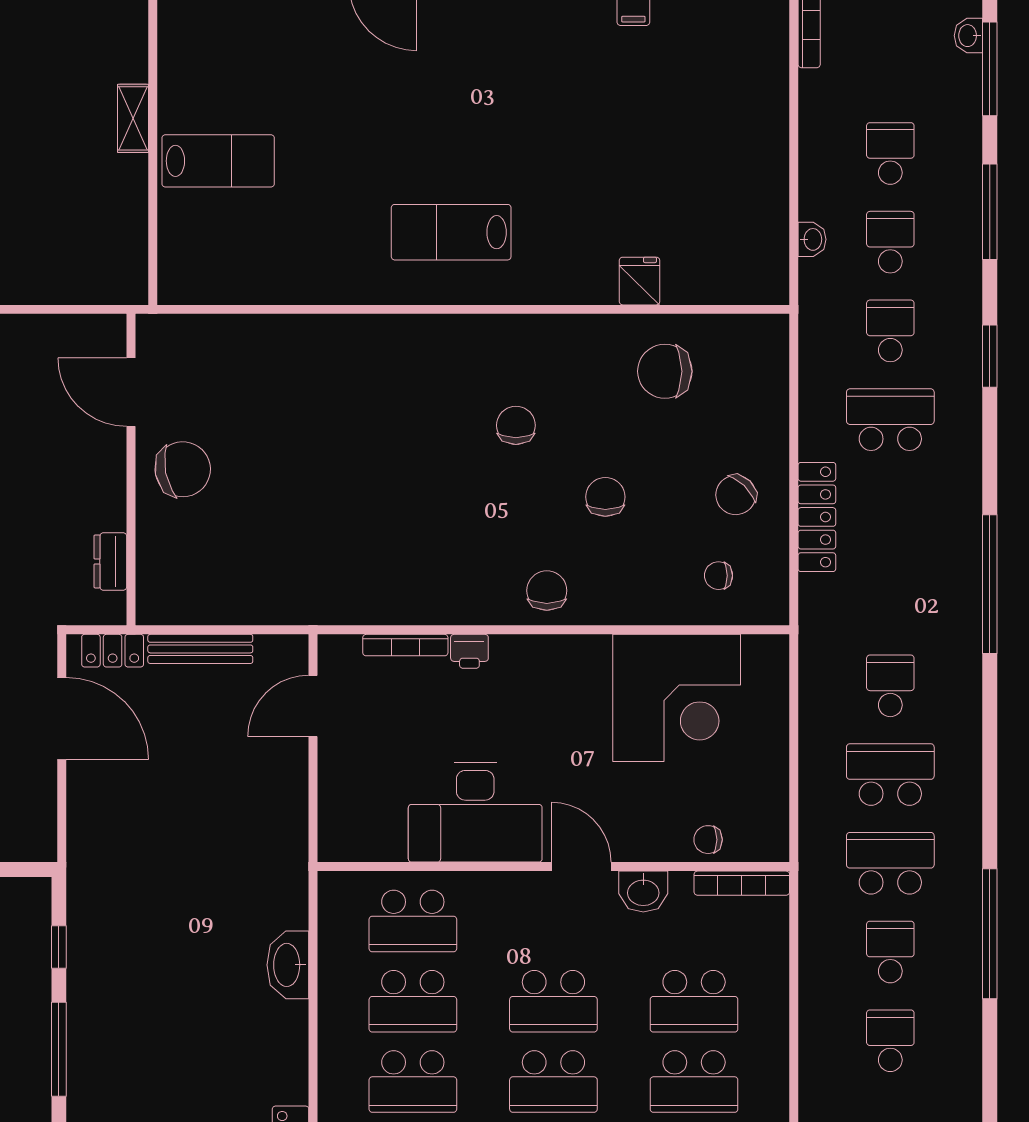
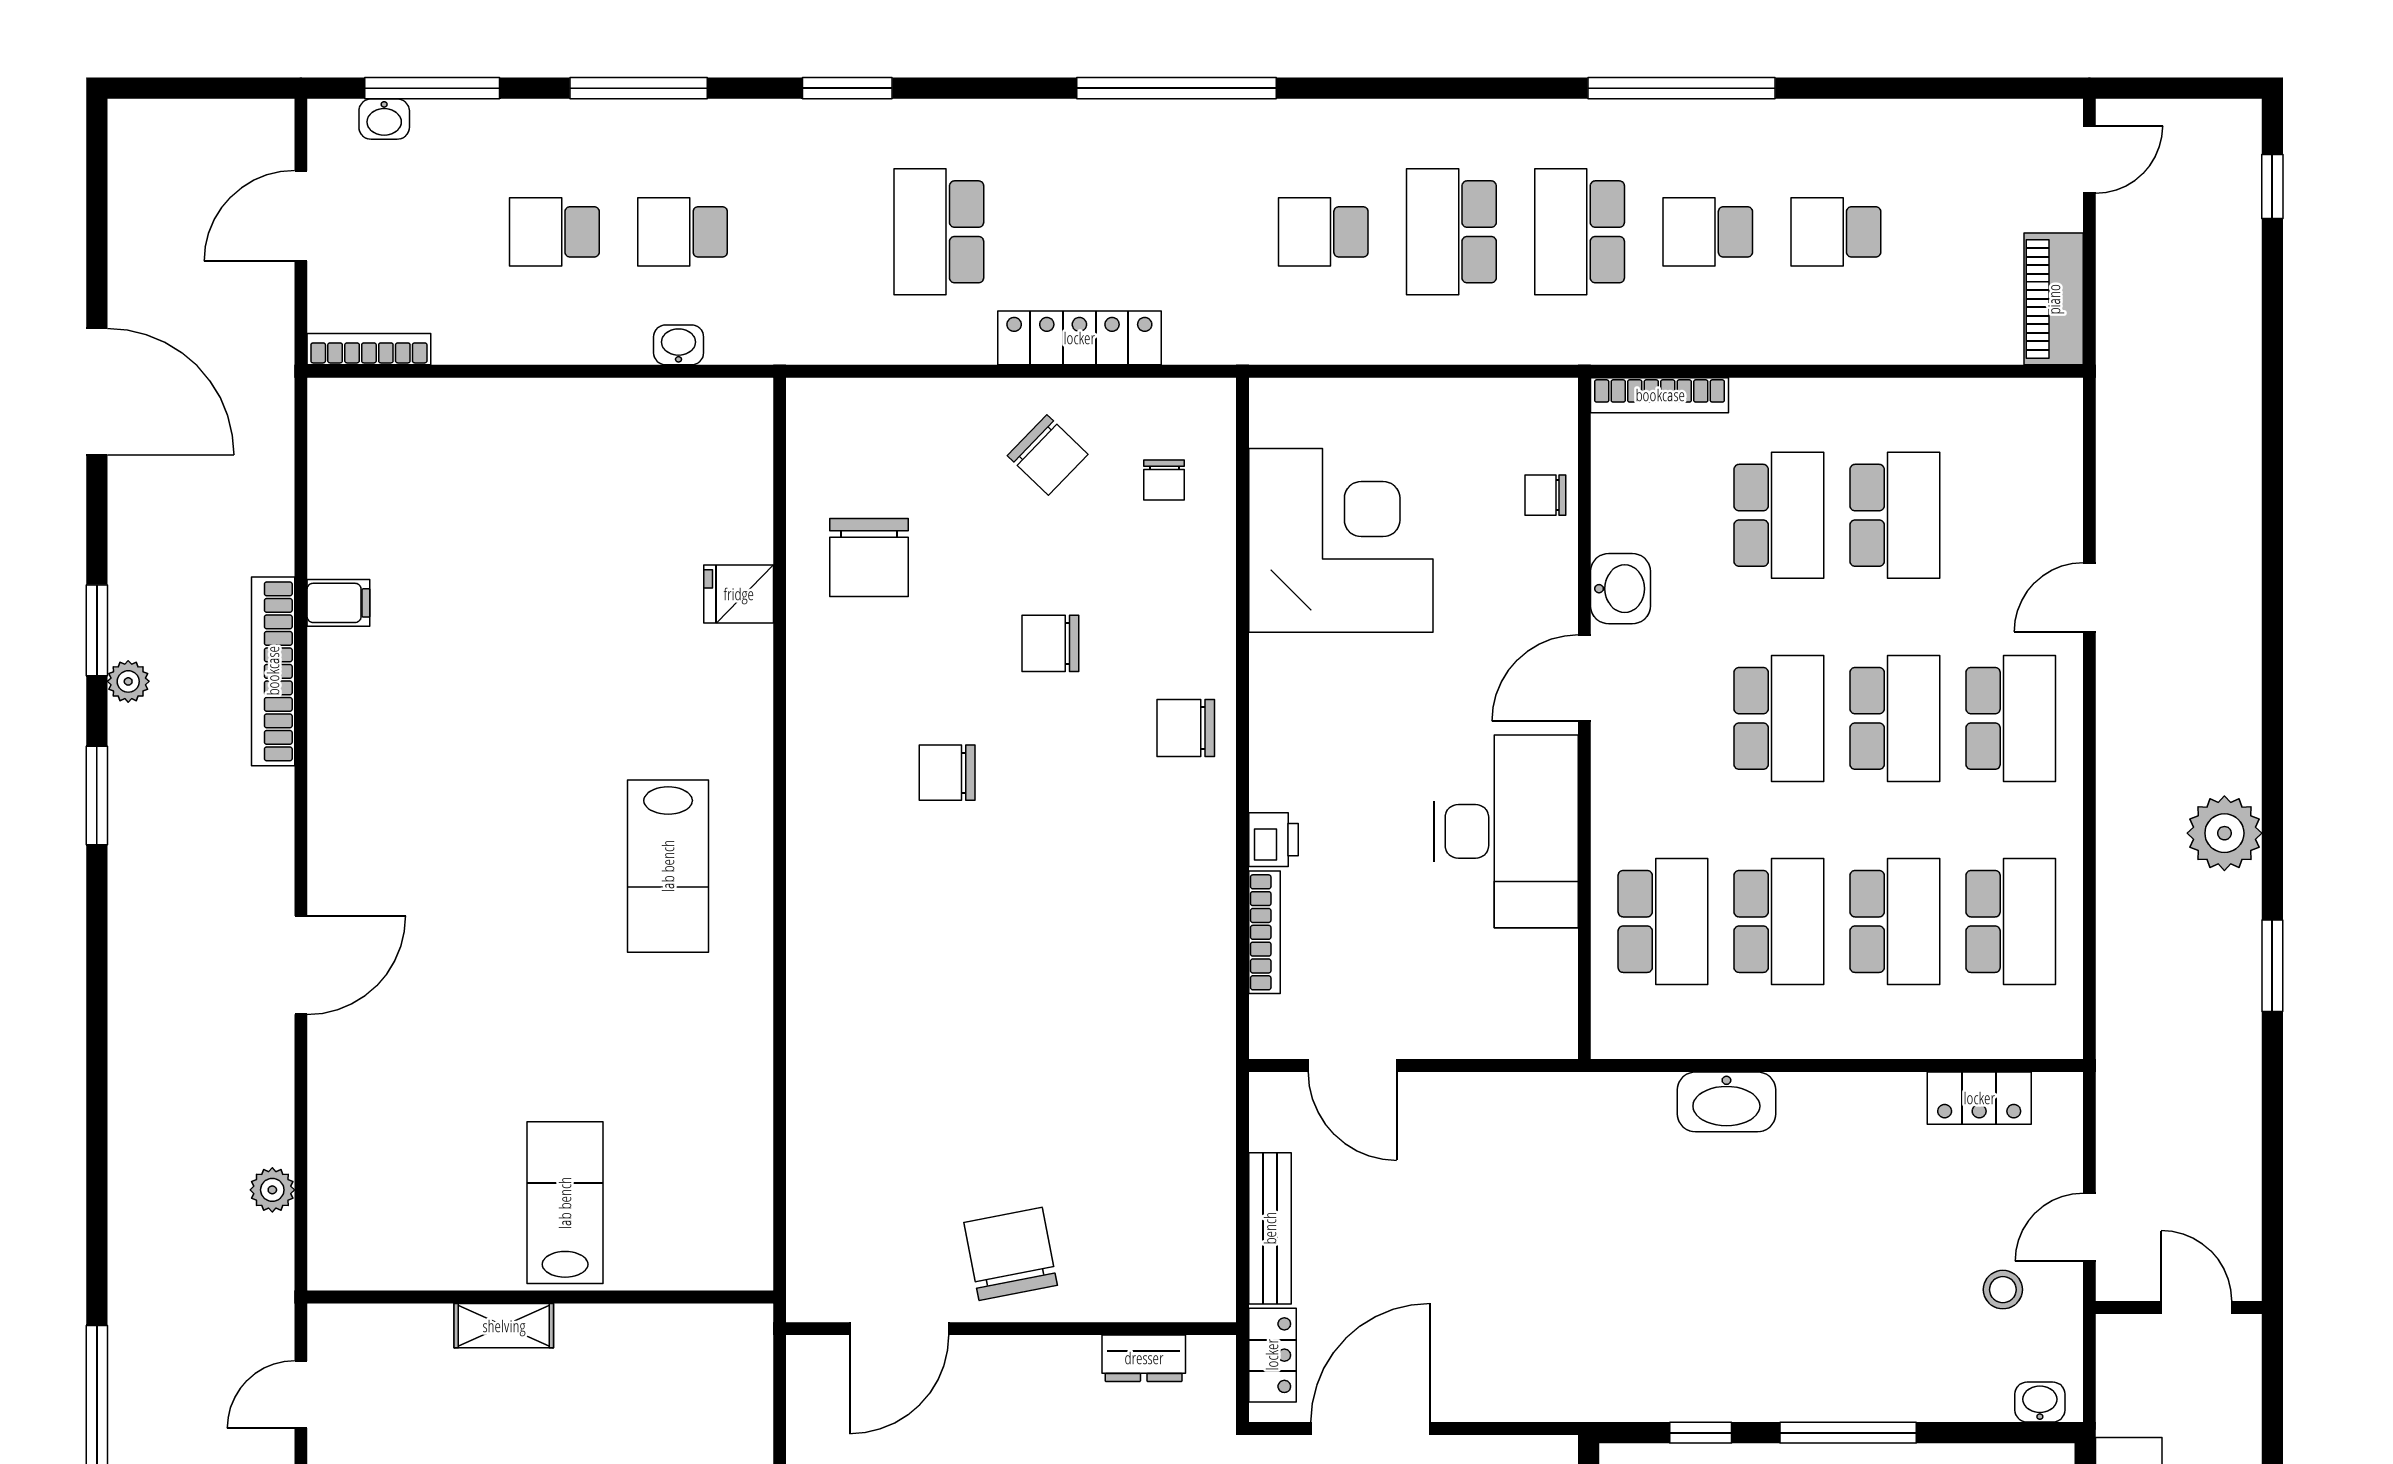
school desk: (890, 331) -> (811, 232), removed
chair: (708, 840) -> (1545, 495), turned 90
bookcase: (742, 883) -> (1660, 395), moved, turned 90

